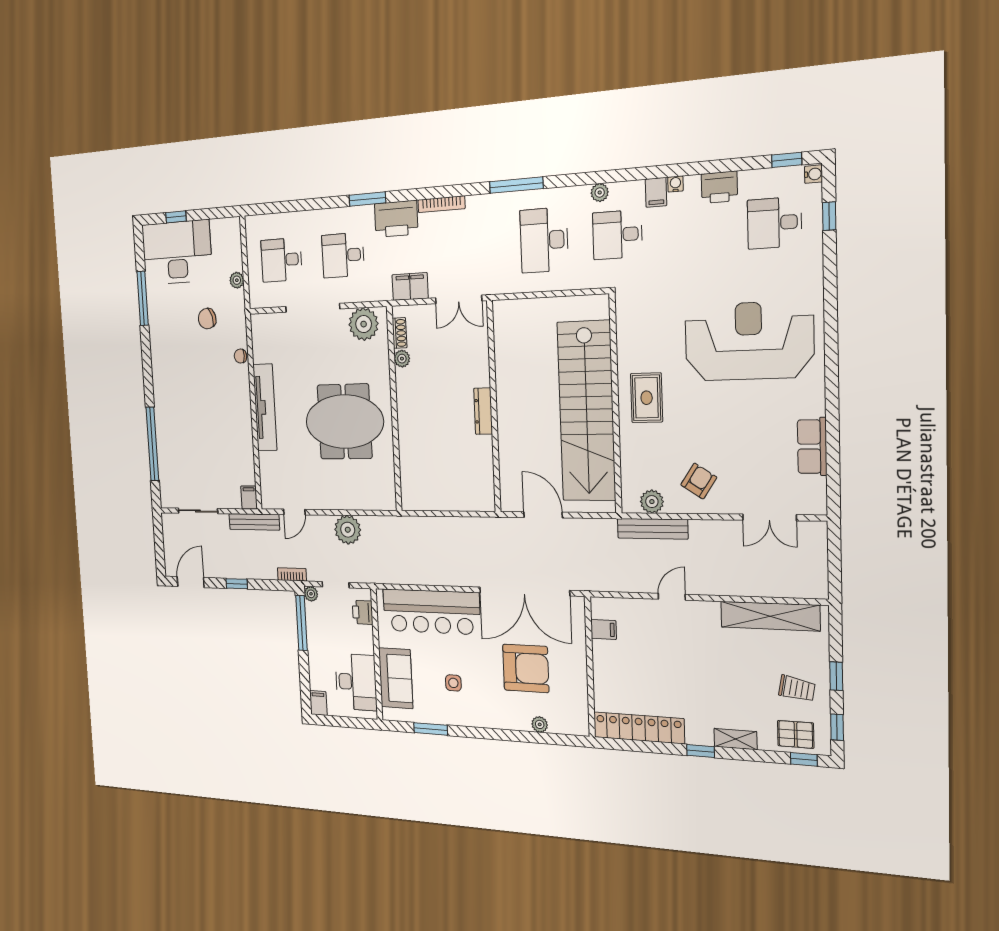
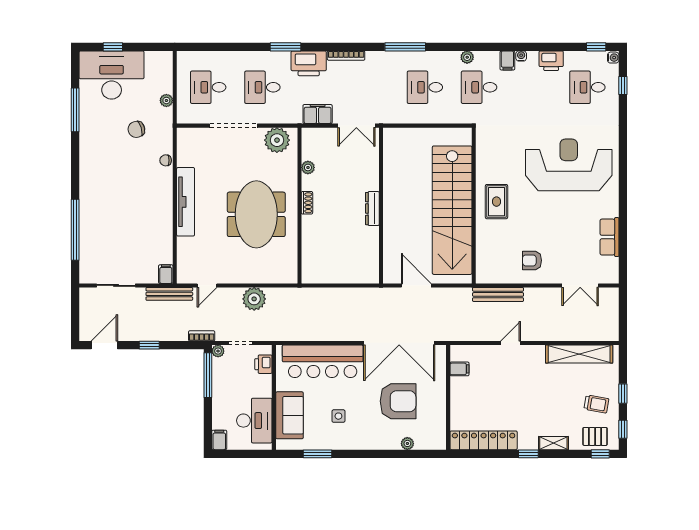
desk: (544, 240) -> (425, 87), width x0.73
shoe rack: (400, 333) -> (307, 203), moved
meeting table: (345, 422) -> (256, 214), turned 90
armchair: (699, 481) -> (532, 260), turned -123
plant: (652, 502) -> (498, 275), removed

